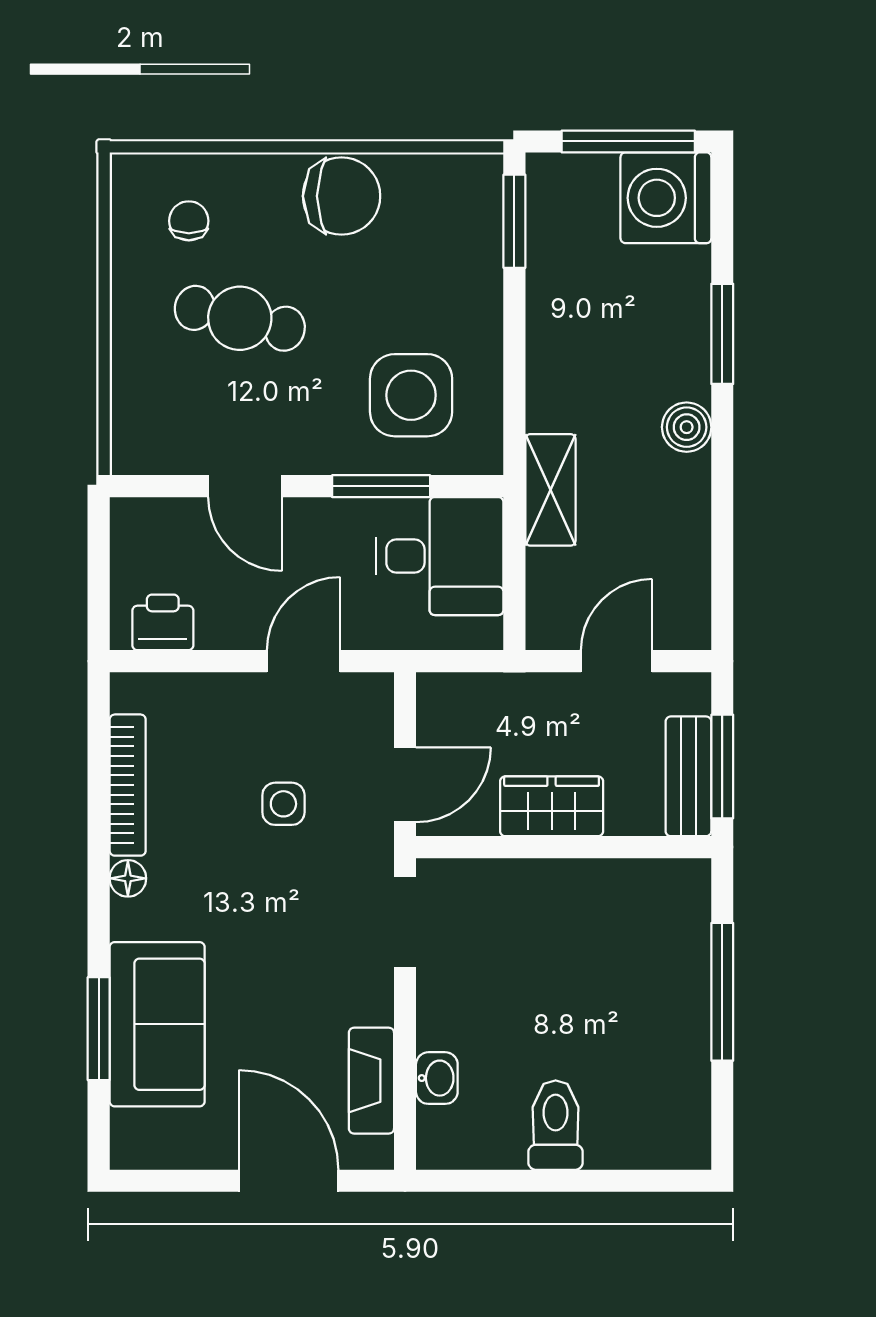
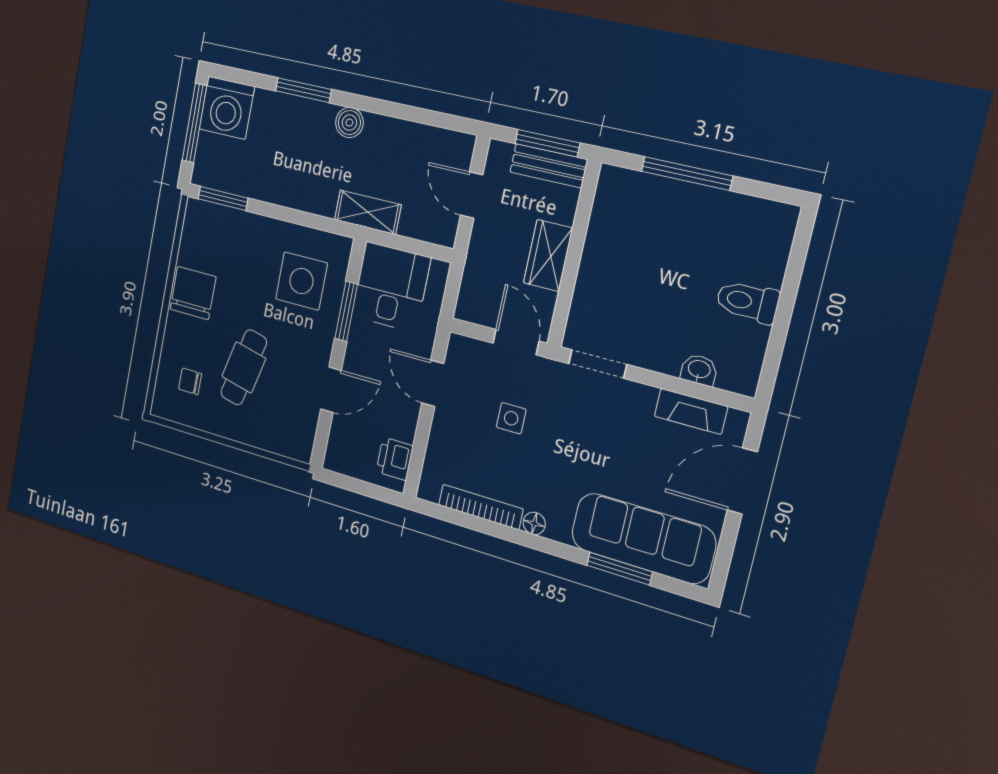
sofa: (157, 1024) -> (643, 538), width x1.36

